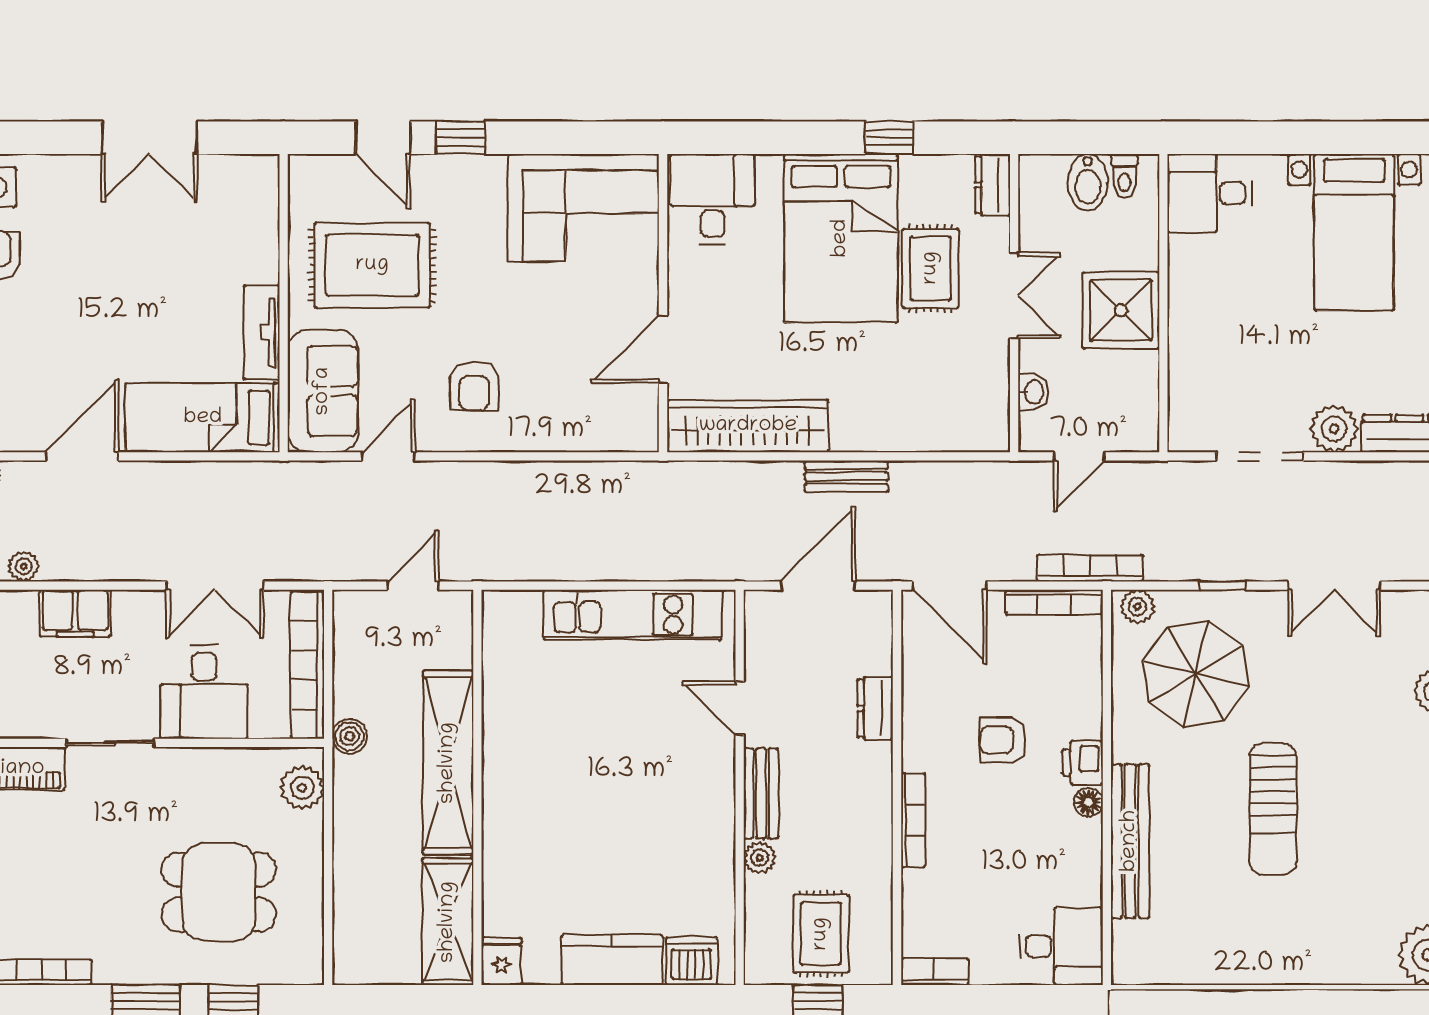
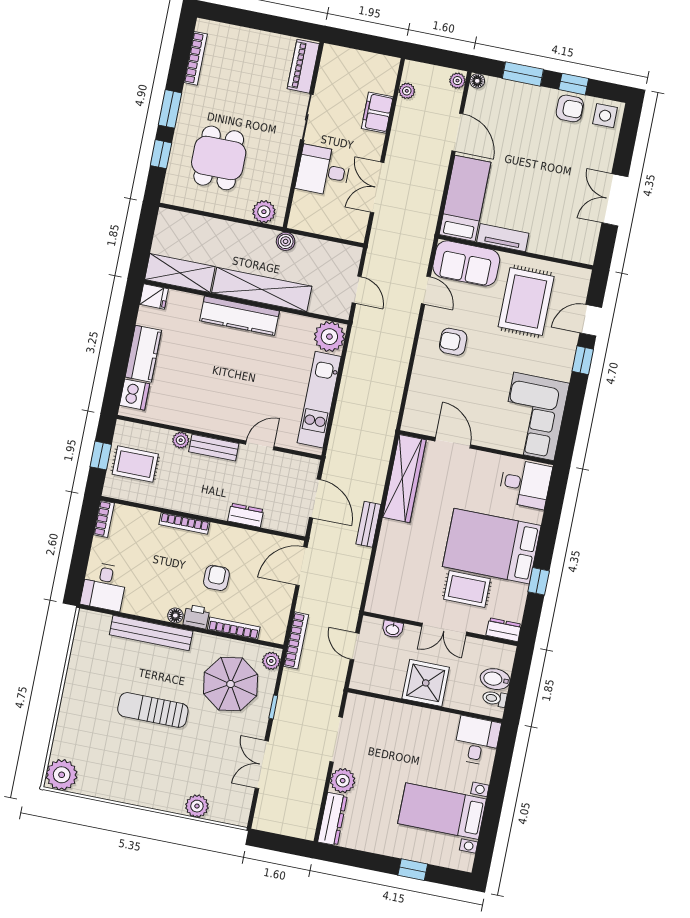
bookcase: (1054, 602) -> (234, 628), moved, turned 90
plant: (511, 619) -> (329, 337), added
bookcase: (307, 665) -> (326, 227), removed
kitchen counter: (506, 794) -> (240, 316), added

